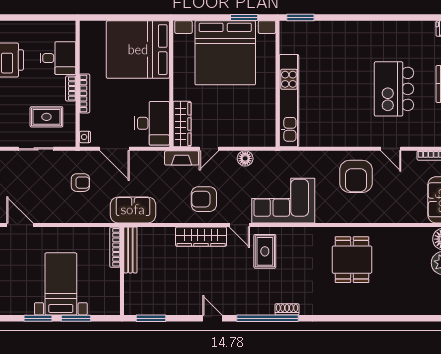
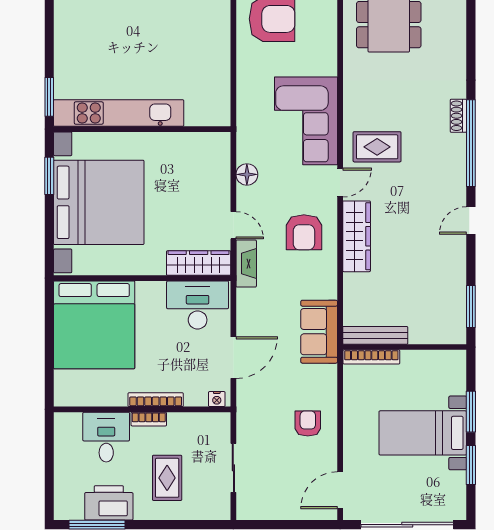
kitchen unit: (289, 101) -> (119, 113), moved
rug: (46, 117) -> (167, 478), moved
armchair: (80, 183) -> (308, 424), moved

